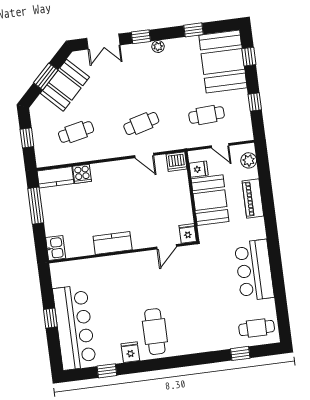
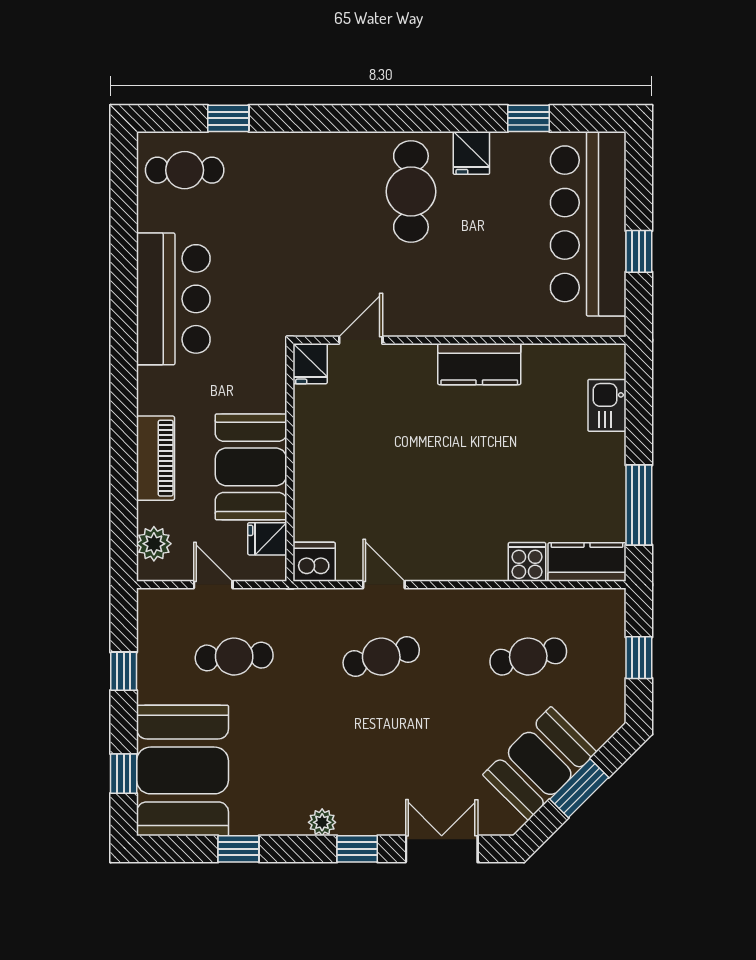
fridge: (188, 233) -> (310, 364), moved
kitchen counter: (113, 243) -> (479, 364), moved
door: (167, 247) -> (361, 340), moved
wall: (123, 252) -> (459, 340), moved

